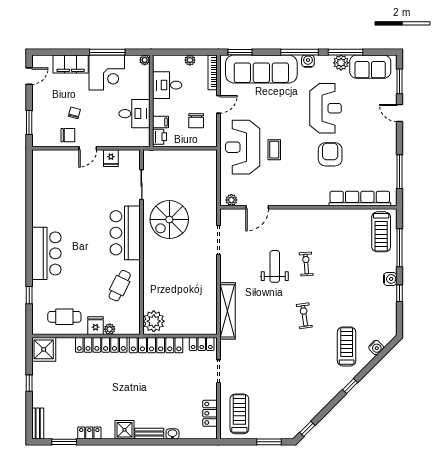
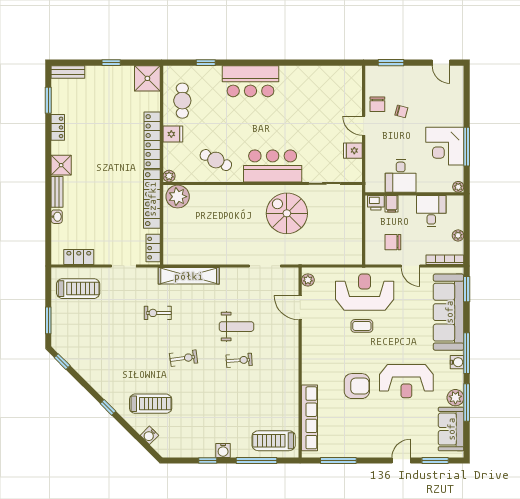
filing cabinet: (71, 64) -> (454, 107), removed
plant: (110, 329) -> (169, 176), moved
exercise bike: (262, 340) -> (158, 313), added

